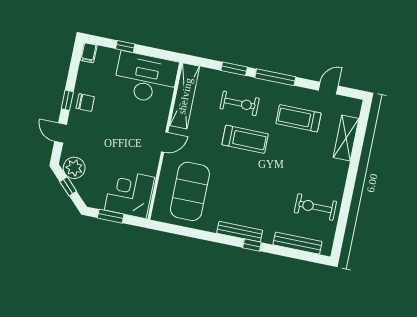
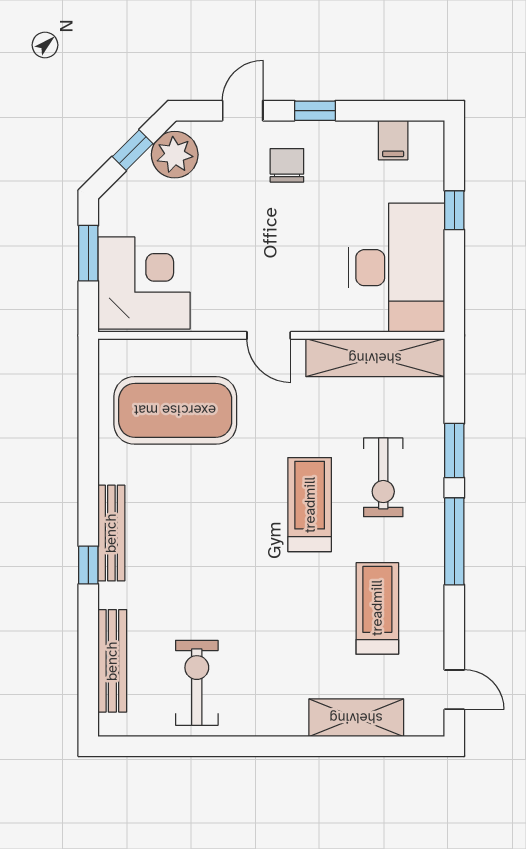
filing cabinet: (89, 53) -> (393, 140), moved, turned -90
door: (328, 88) -> (454, 690), moved
chair: (85, 103) -> (287, 165), moved, turned 180
treadmill: (245, 139) -> (310, 505), turned 180

